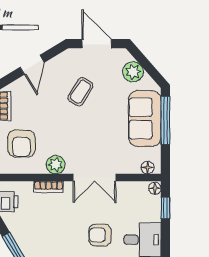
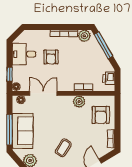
armchair: (21, 144) -> (101, 115), turned 180
double door: (95, 177) -> (43, 93), moved
armchair: (100, 235) -> (51, 57), turned 90

